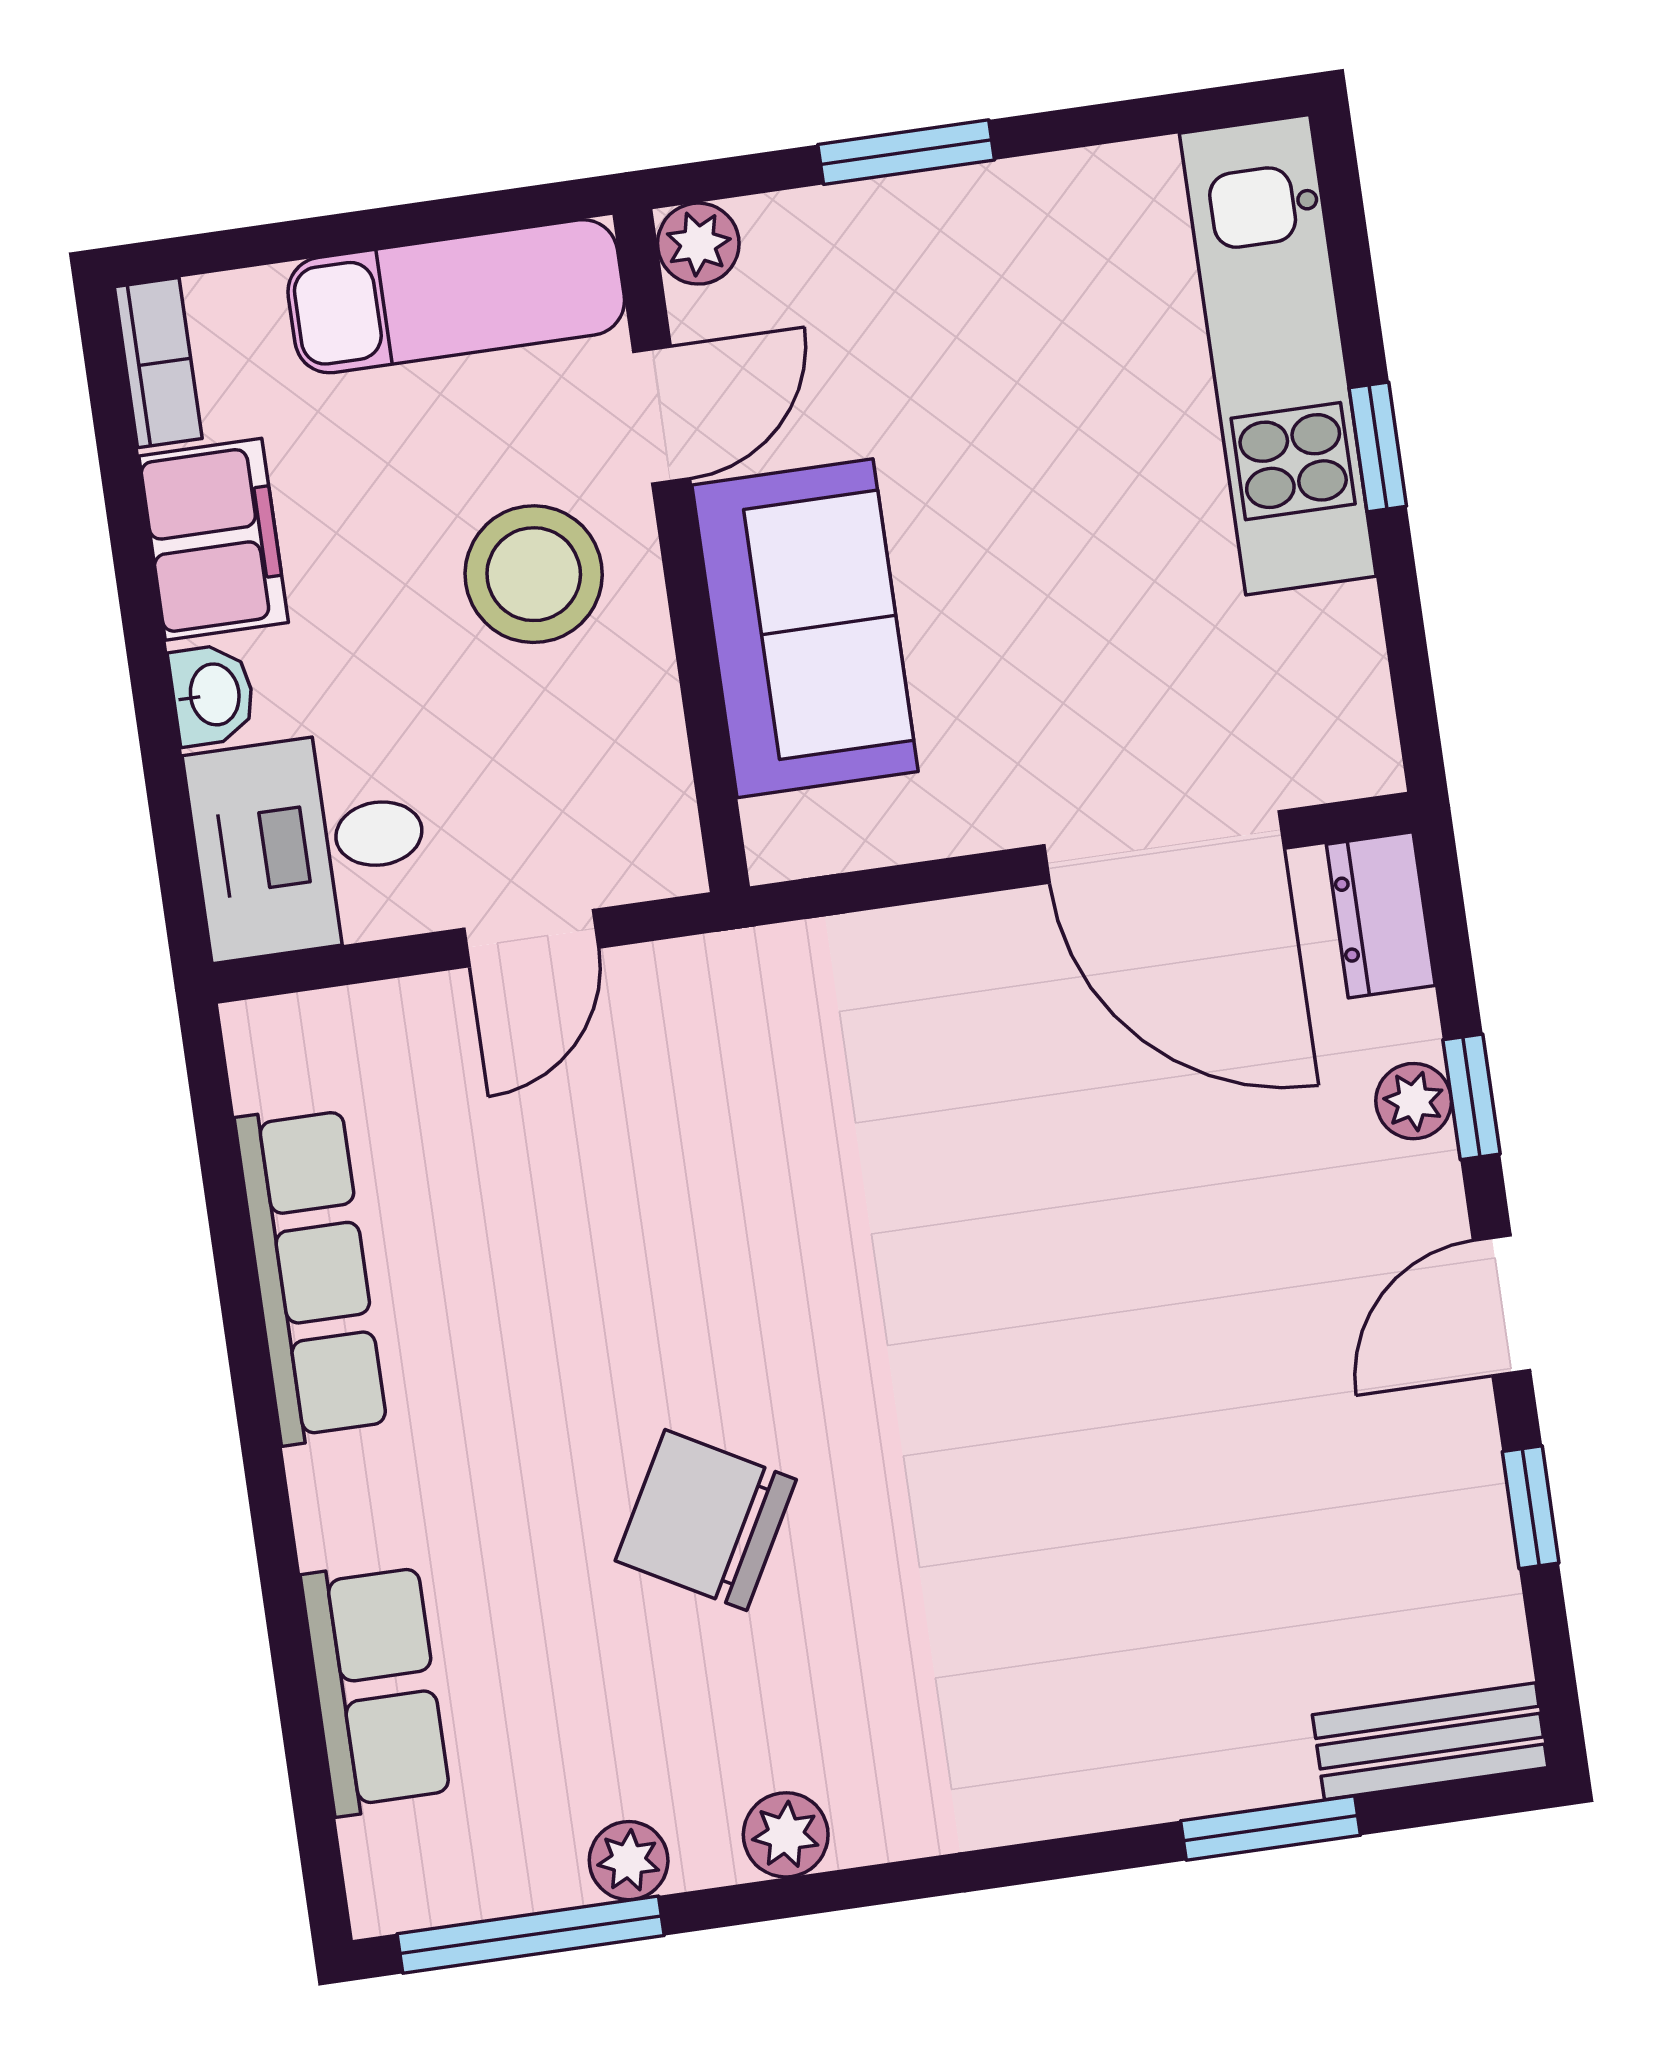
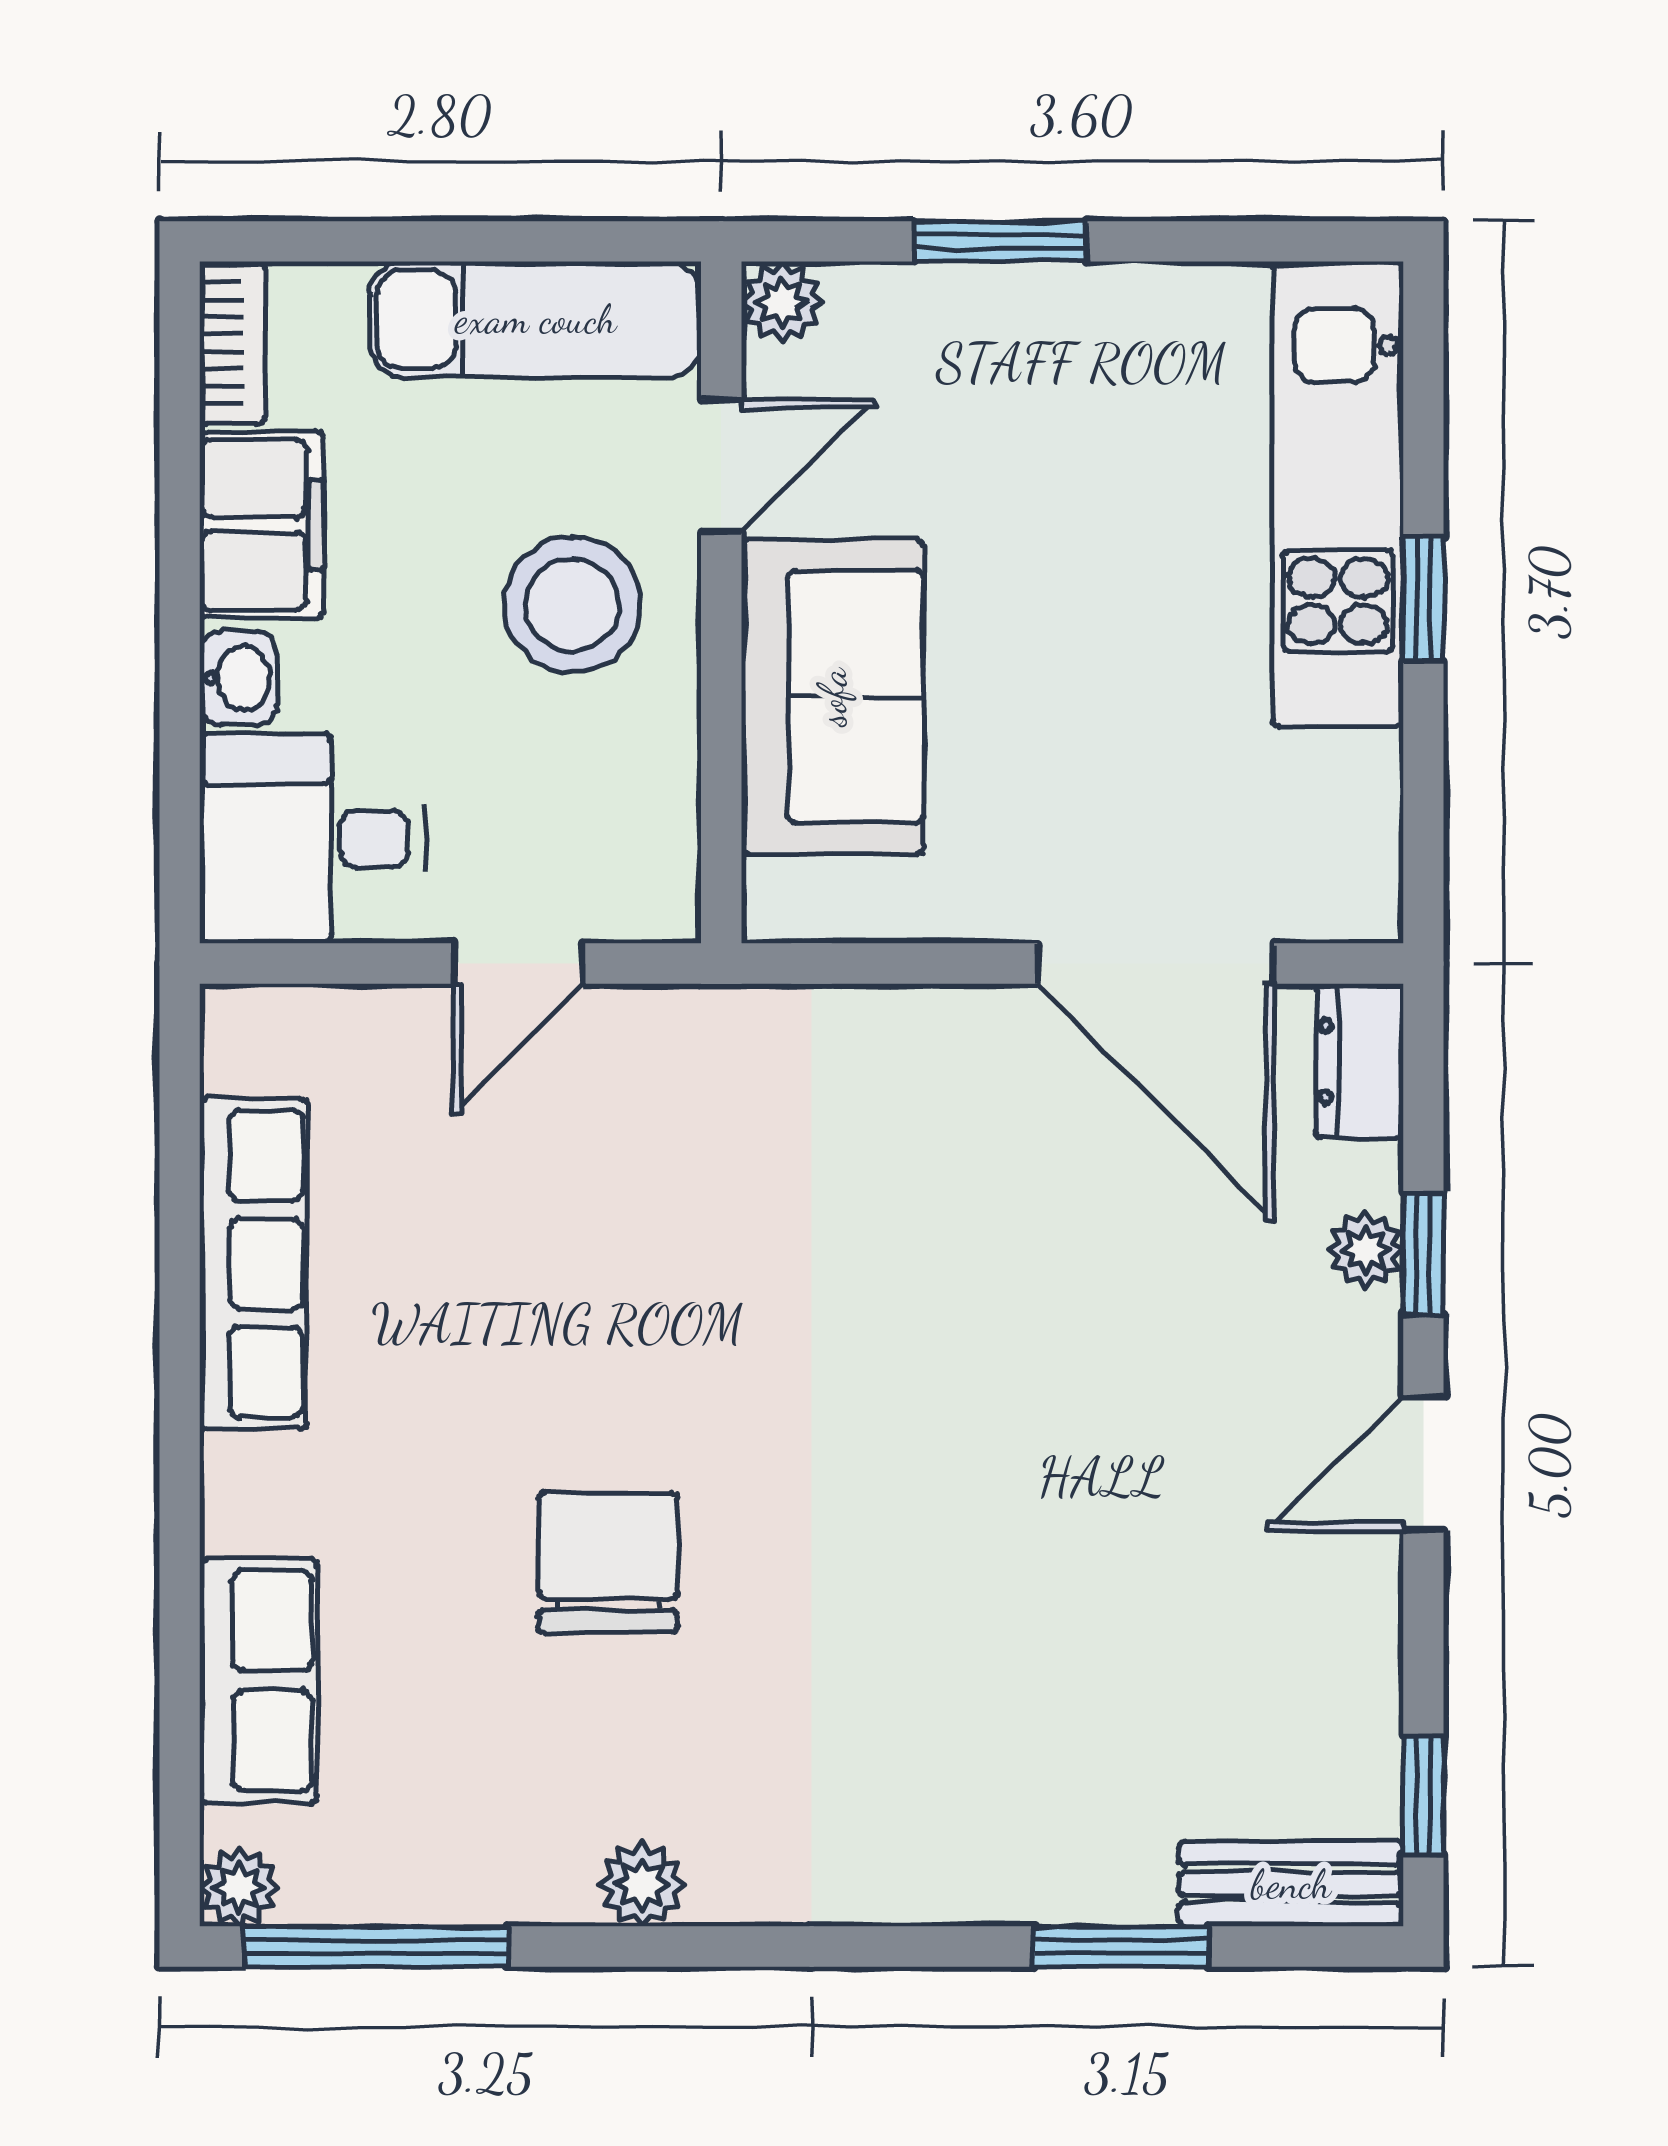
window: (1531, 1507) -> (1423, 1796), moved
chair: (706, 1520) -> (608, 1562), turned 61
plant: (629, 1861) -> (239, 1887), moved

